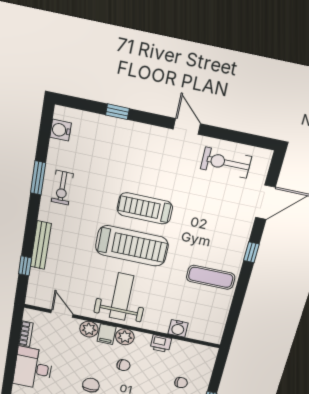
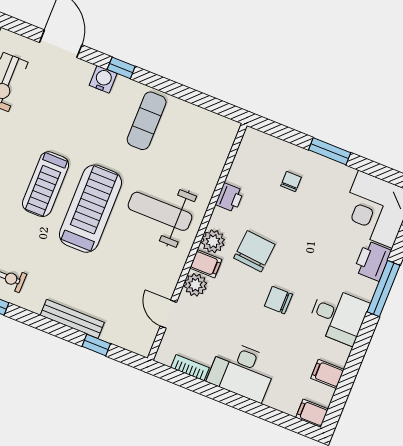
weight bench: (121, 297) -> (160, 211), moved
door: (62, 314) -> (168, 314), hinge flipped
water cooler: (178, 328) -> (103, 79), moved, turned -90
chair: (123, 365) -> (254, 251), width x1.87, depth x1.87

